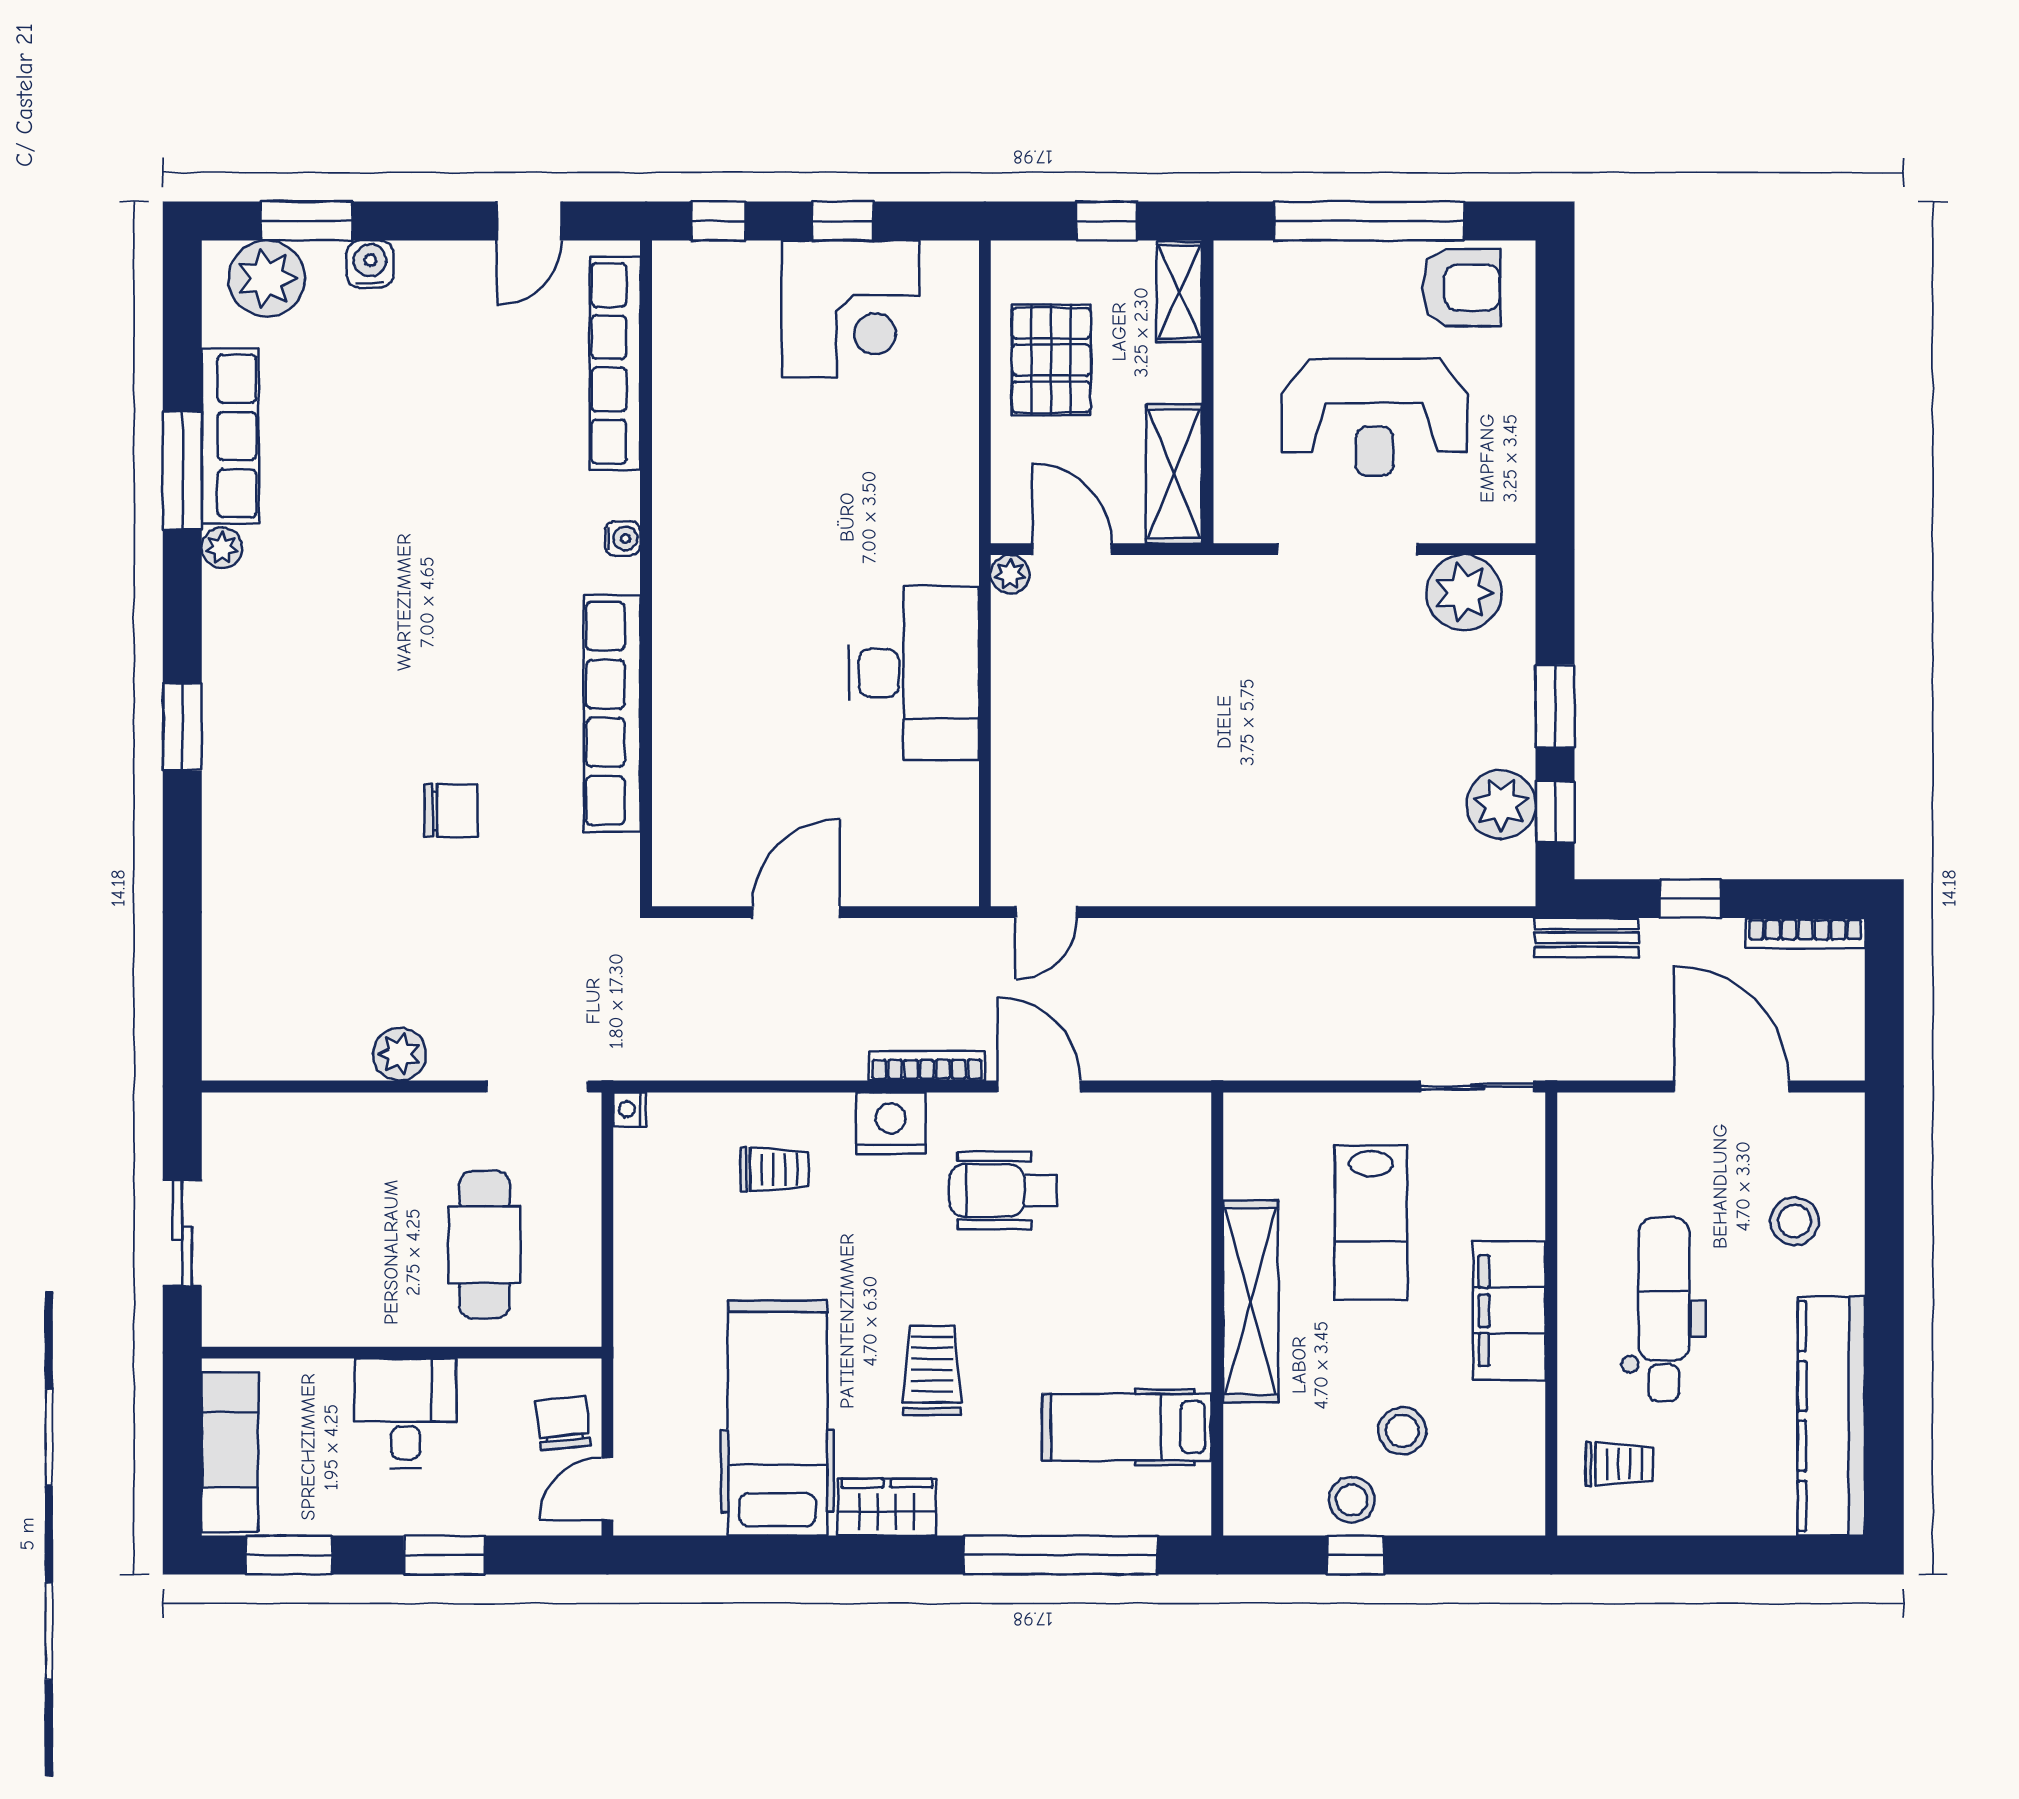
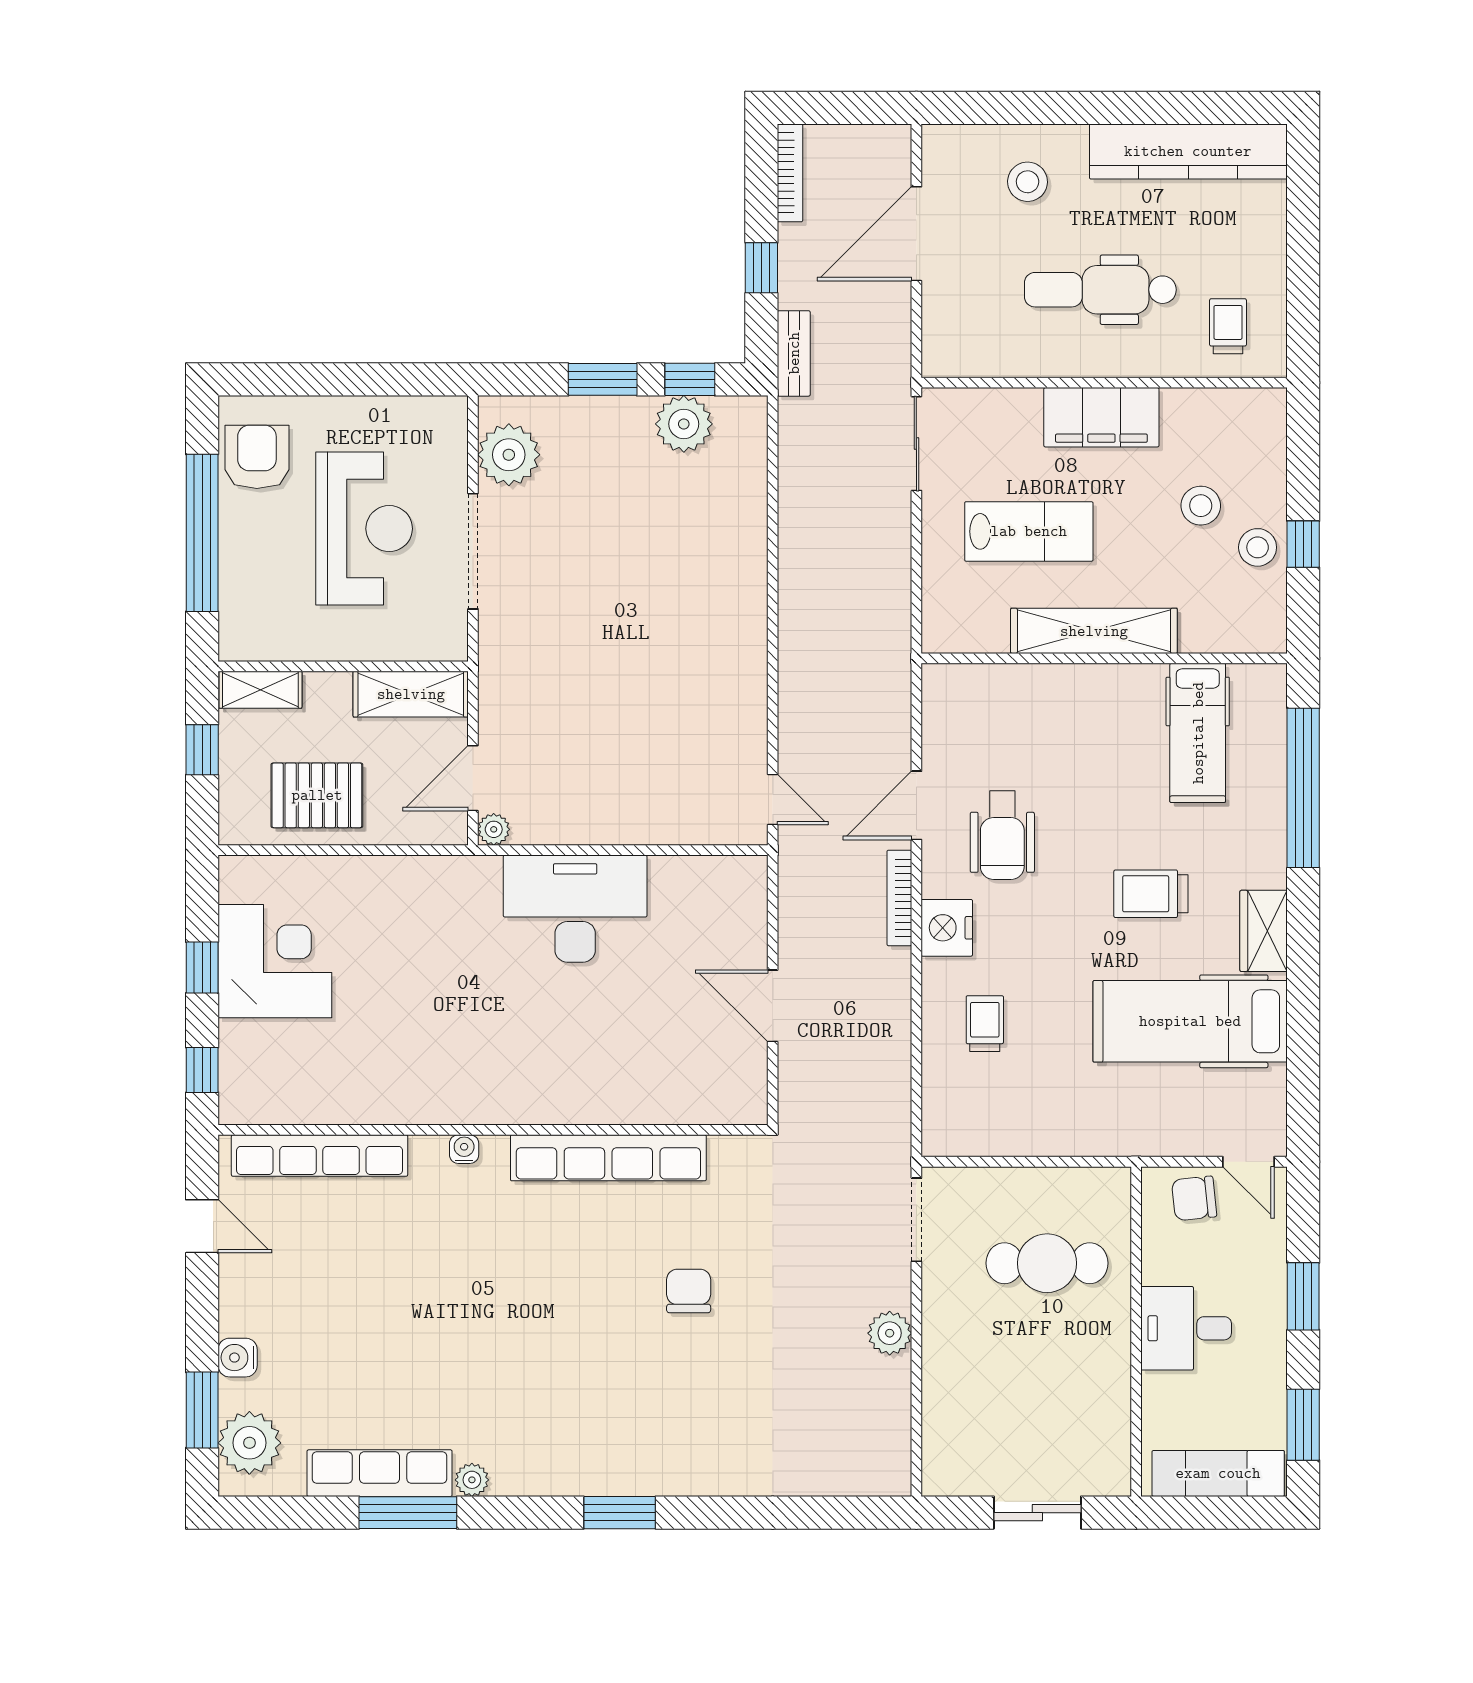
nightstand: (629, 1109) -> (935, 1144), removed

